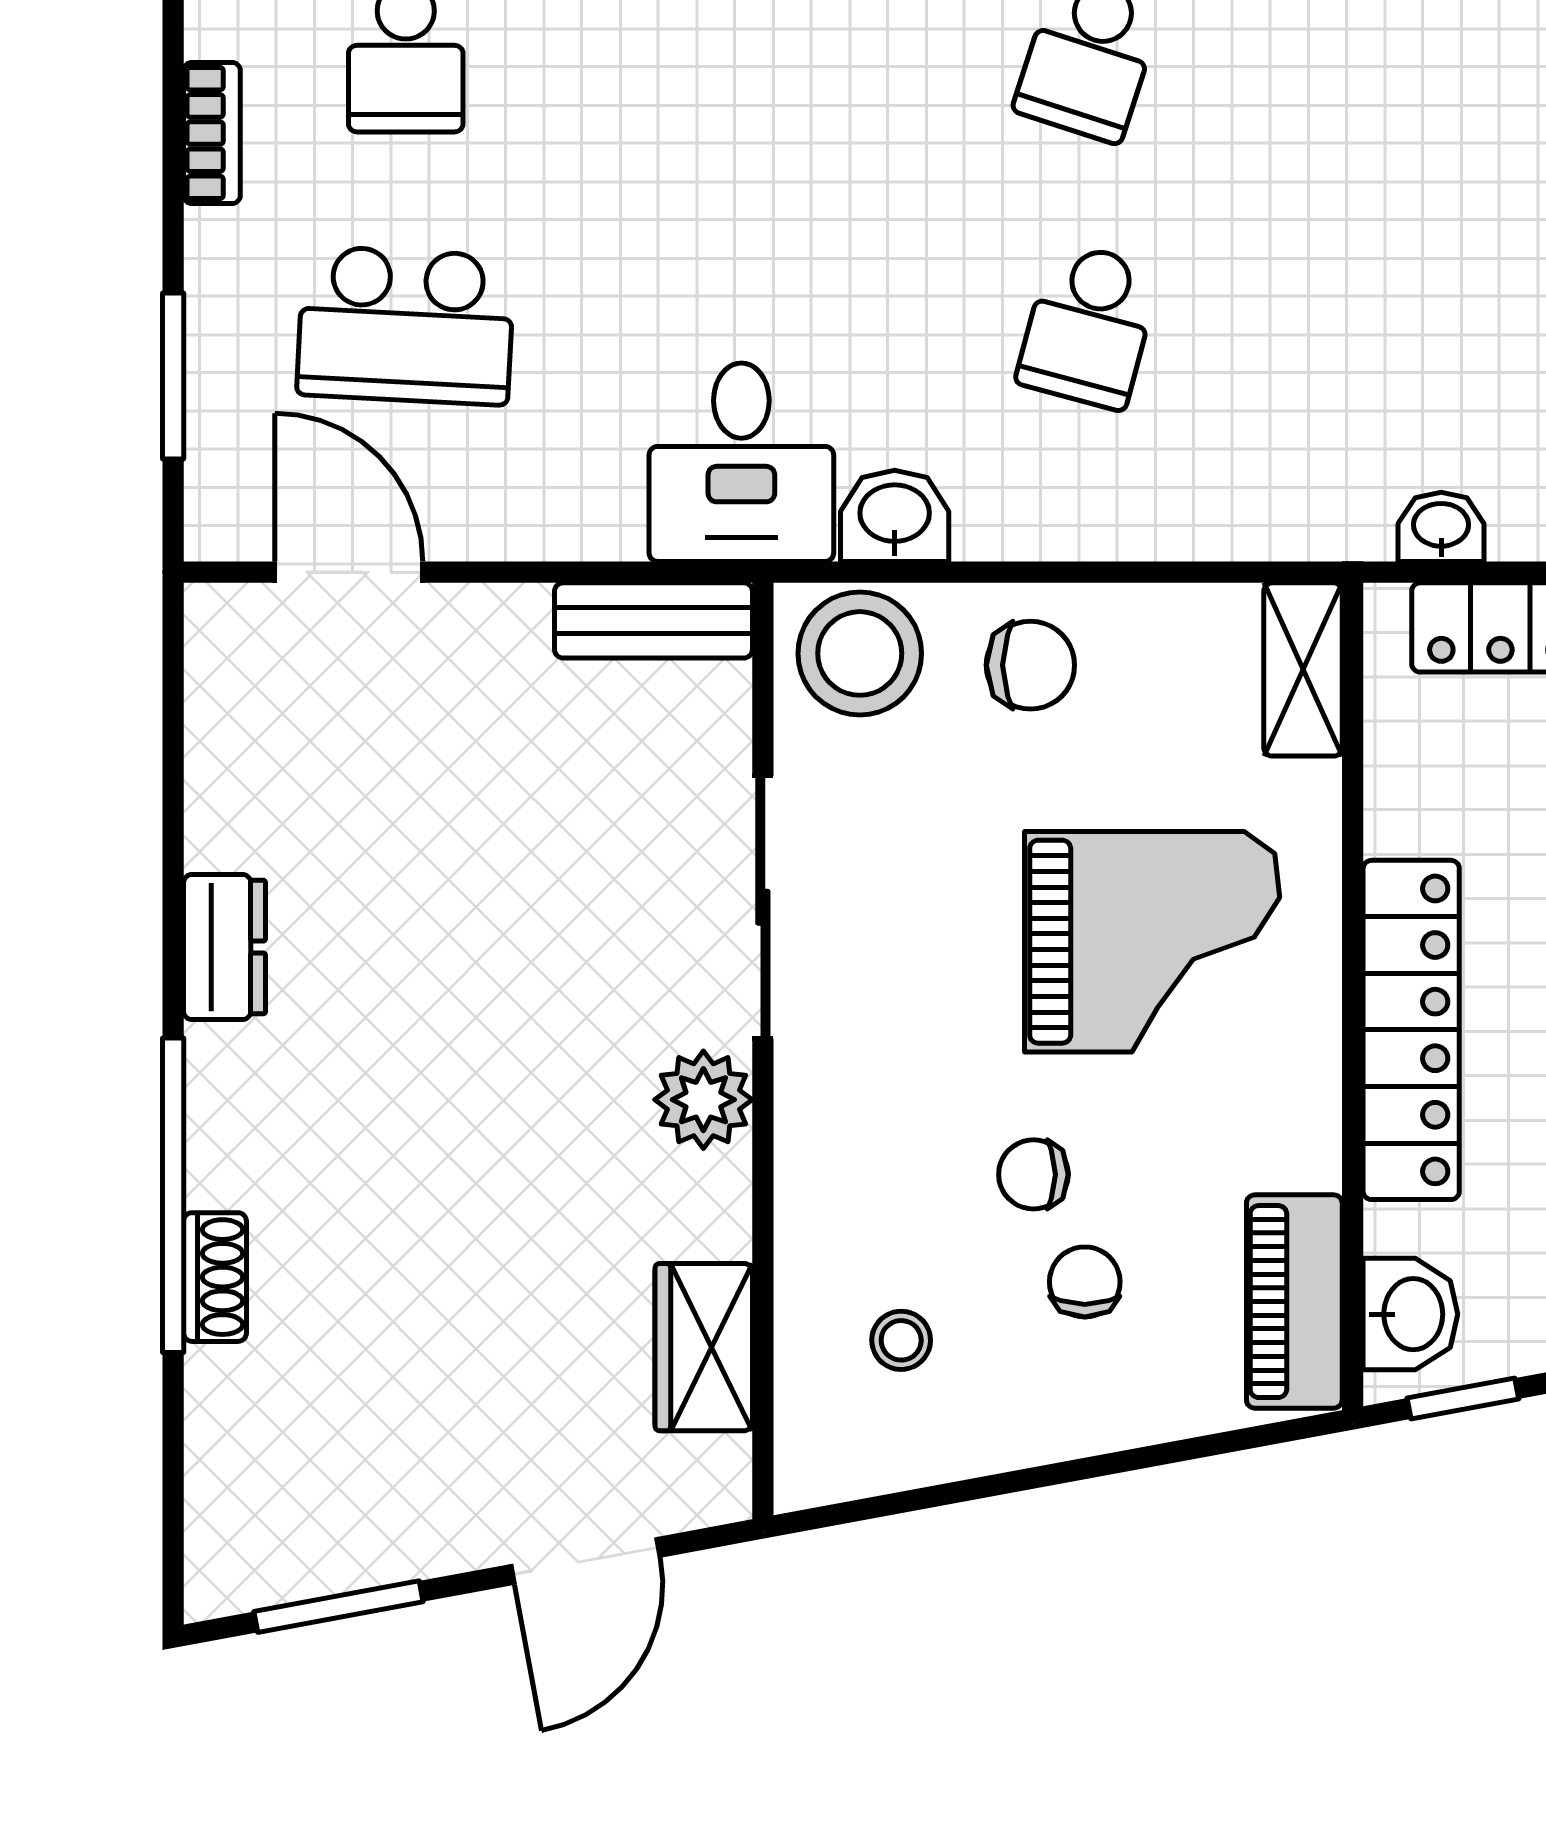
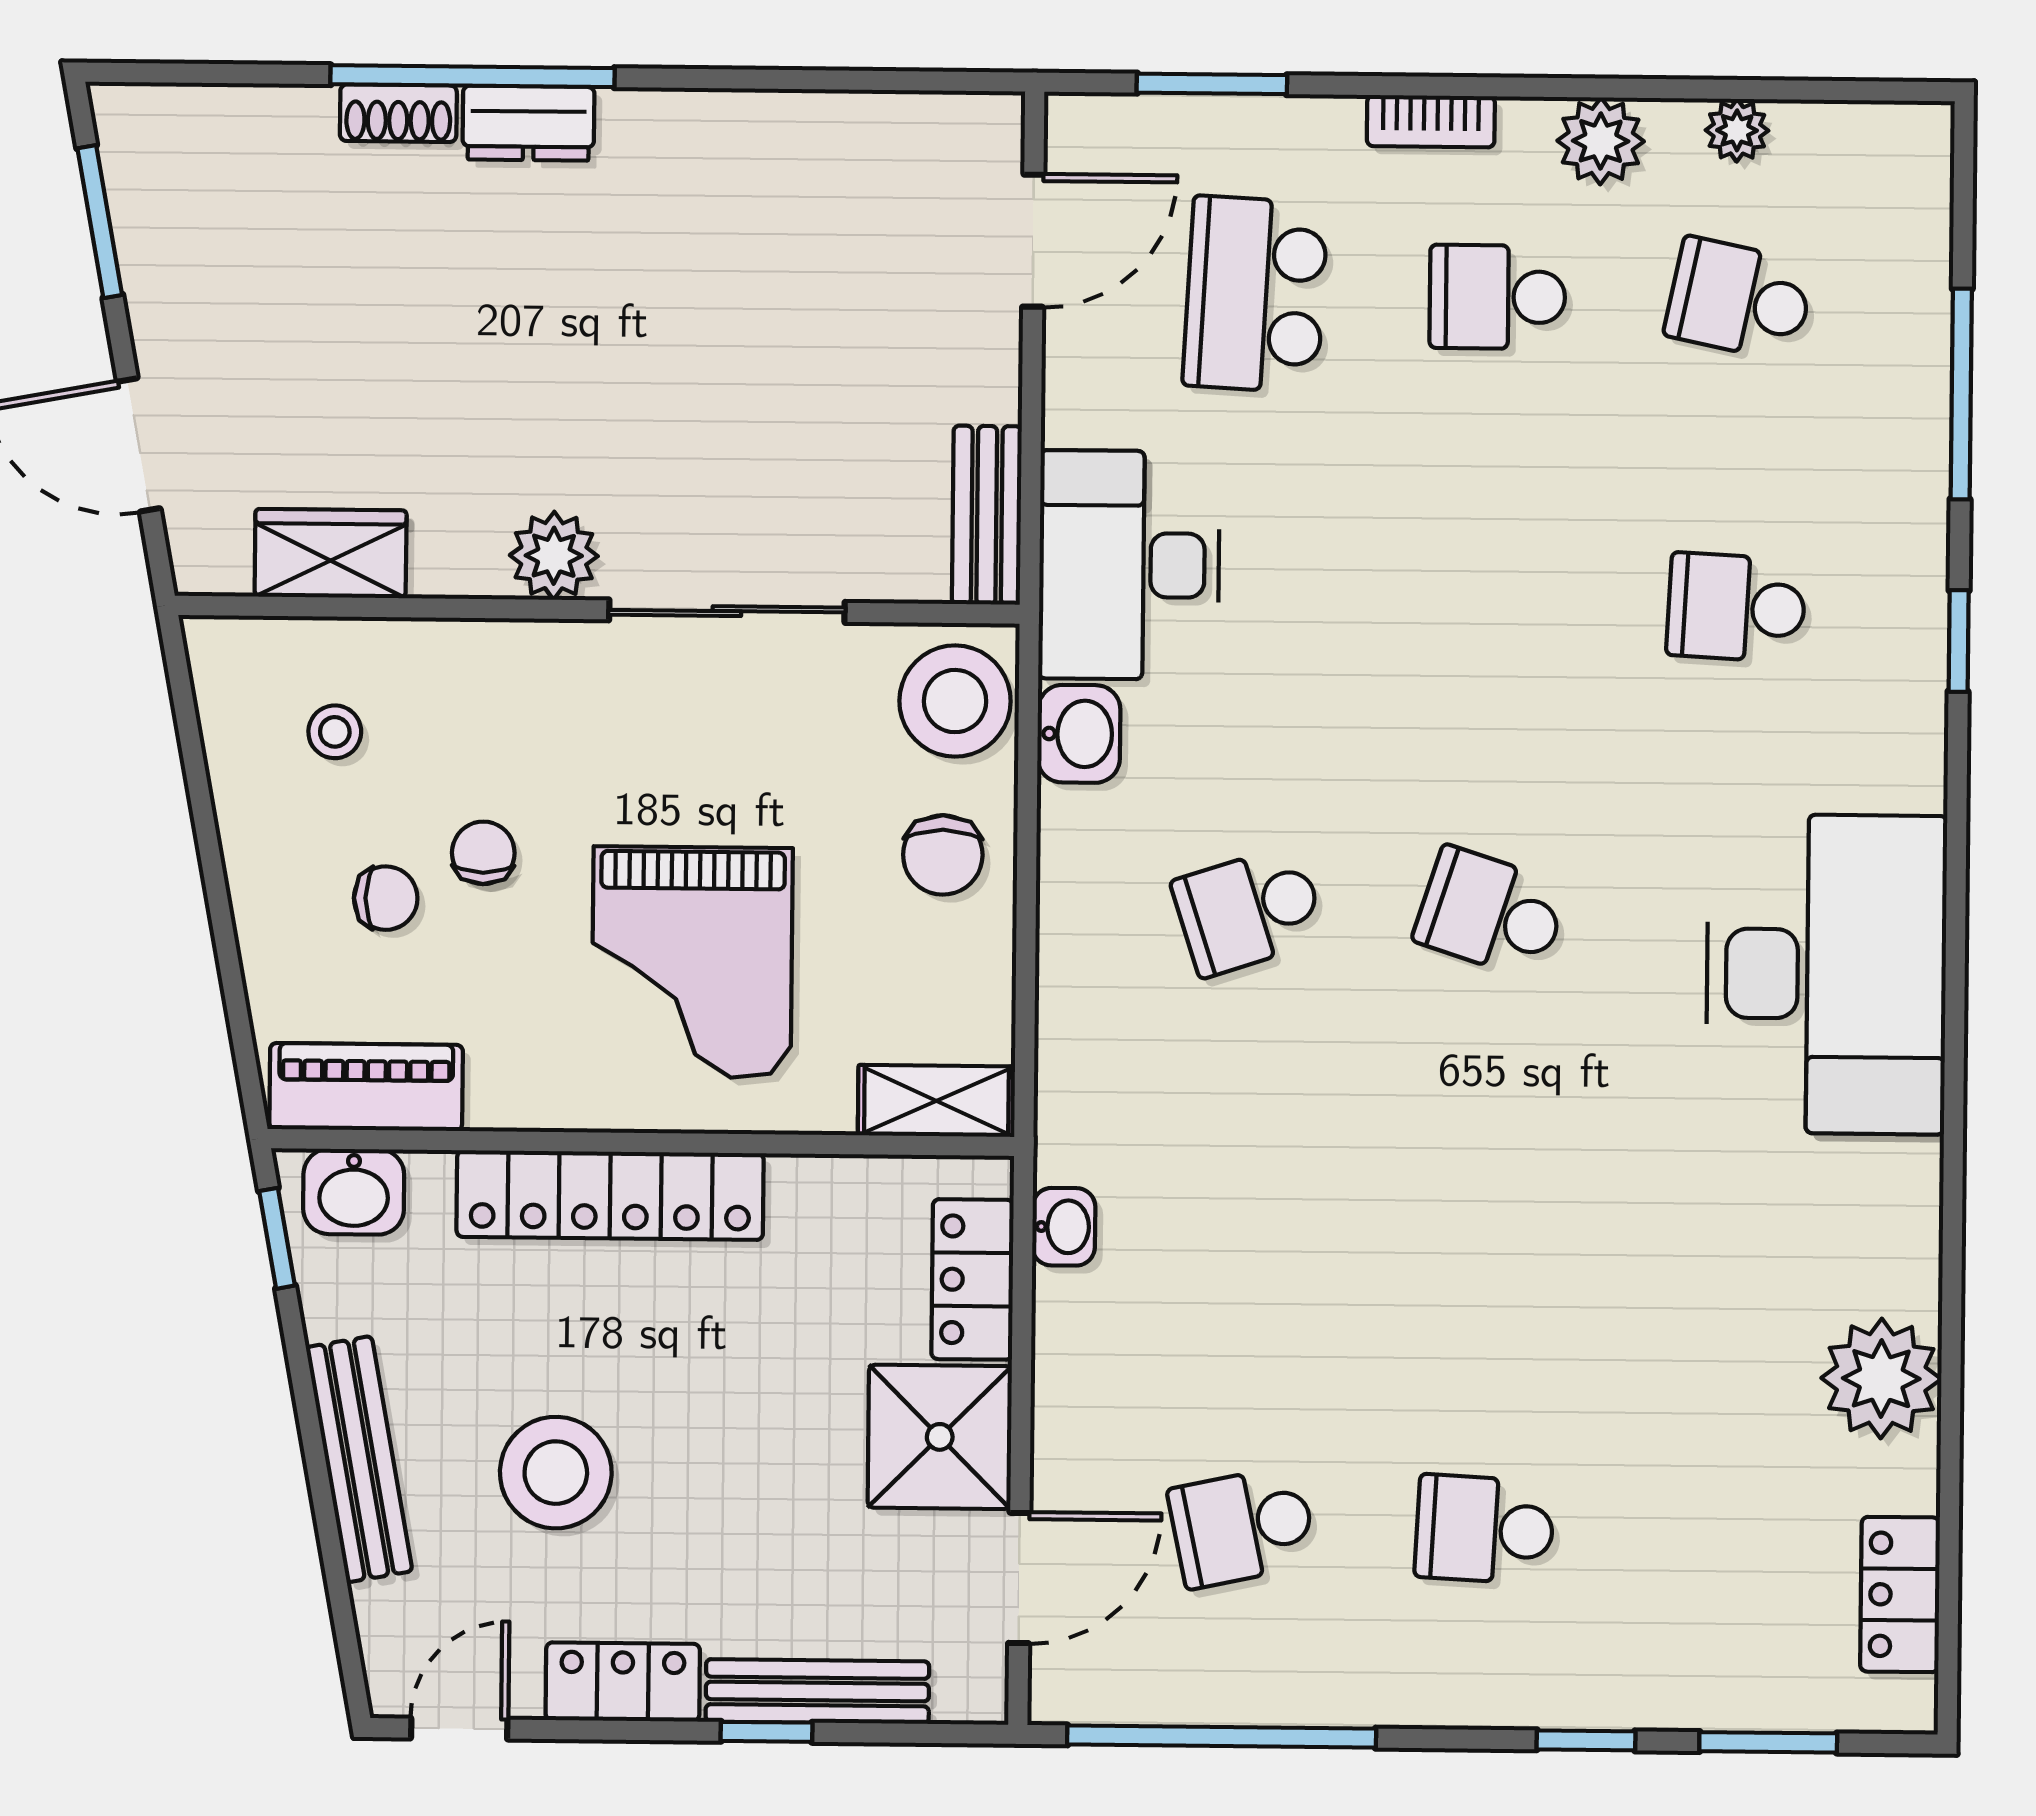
school desk: (1089, 325) -> (1249, 911), turned -33
desk: (741, 462) -> (1129, 565), width x1.37
dresser: (225, 947) -> (528, 123), moved

